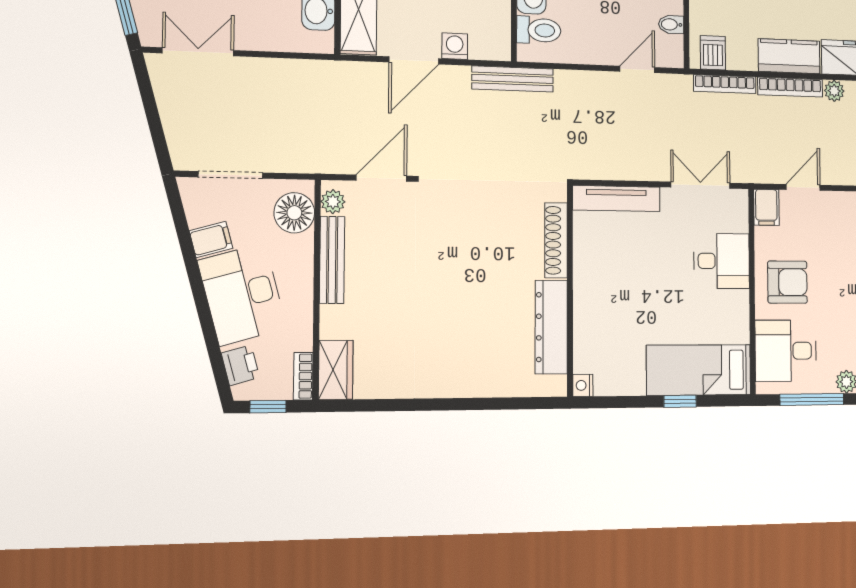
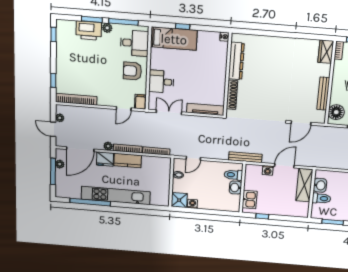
dishwasher: (713, 53) -> (161, 163), removed
double door: (700, 185) -> (169, 112), swing flipped
plant: (333, 202) -> (321, 115), removed

